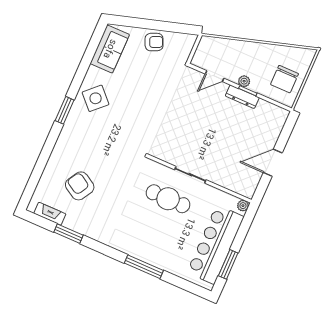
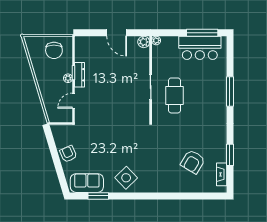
door: (215, 76) -> (74, 101), swing flipped
chair: (284, 79) -> (54, 50), turned 90
window: (65, 110) -> (98, 196), moved
plant: (248, 190) -> (144, 42), added
bar counter: (215, 245) -> (200, 48), width x0.73
window: (228, 264) -> (202, 33), width x1.44

